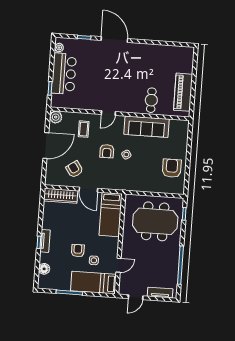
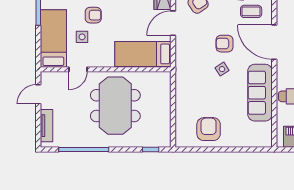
door: (108, 113) -> (274, 42), width x1.88
armchair: (172, 168) -> (209, 129), turned -90
meeting table: (155, 221) -> (115, 106), moved
door: (119, 265) -> (78, 69), hinge flipped
door: (136, 297) -> (38, 94), hinge flipped

